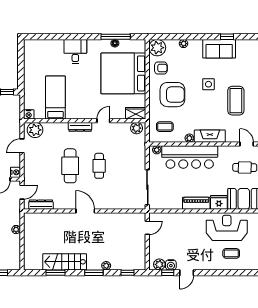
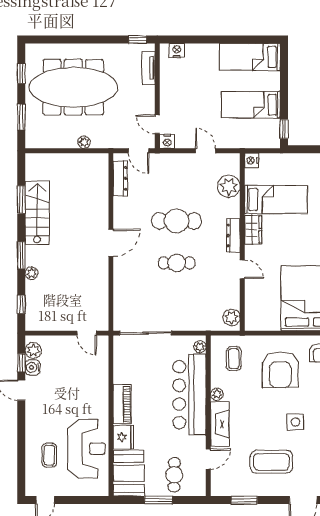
wardrobe: (136, 113) -> (253, 230), moved
plant: (35, 130) -> (229, 186), moved
door: (247, 144) -> (208, 459), moved

